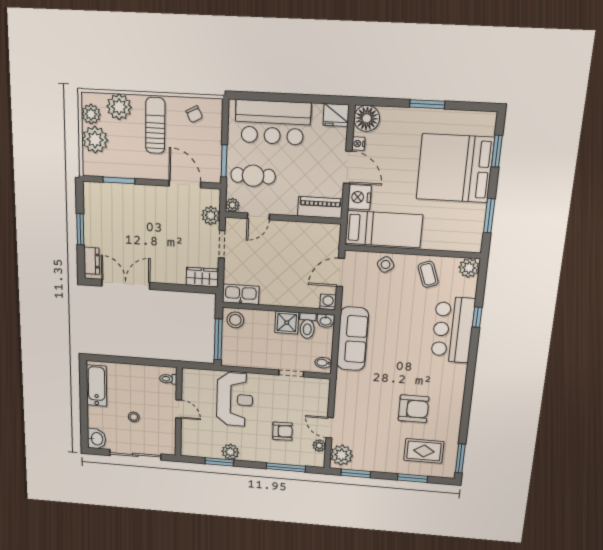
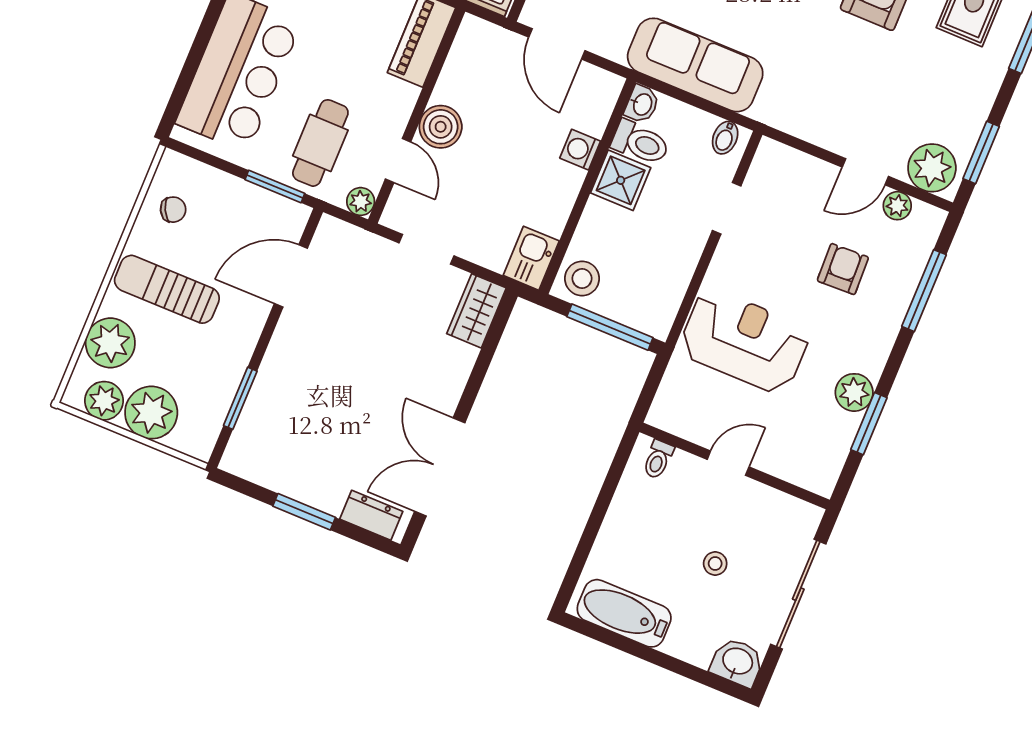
plant: (211, 216) -> (365, 250), removed
boiler: (282, 231) -> (441, 127), added
kitchen sink: (241, 294) -> (531, 258), width x0.73
washing machine: (328, 302) -> (580, 150), moved

